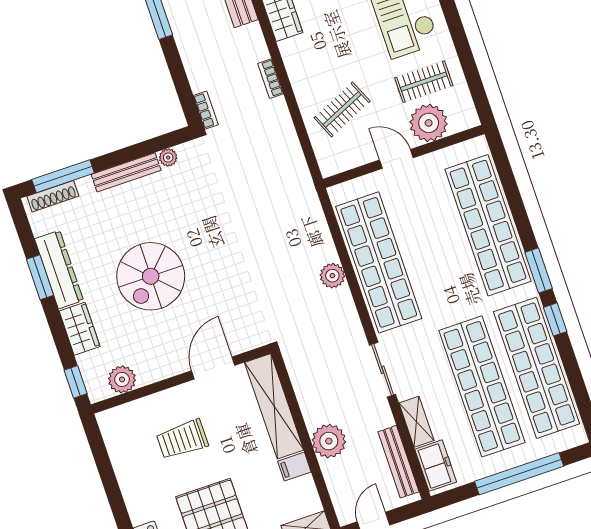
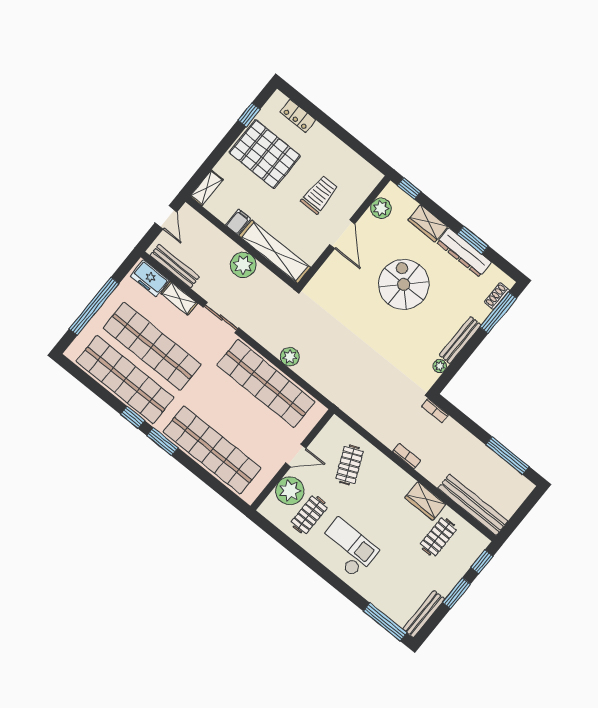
shoe rack: (53, 196) -> (497, 296), width x0.70
door: (213, 368) -> (342, 234), moved
plant: (329, 441) -> (243, 265), moved

